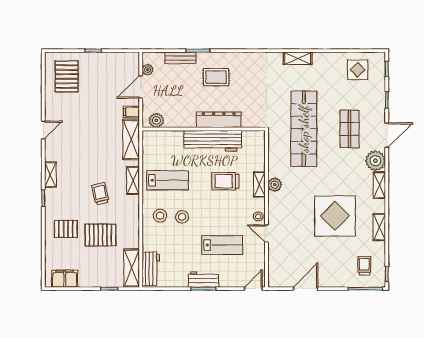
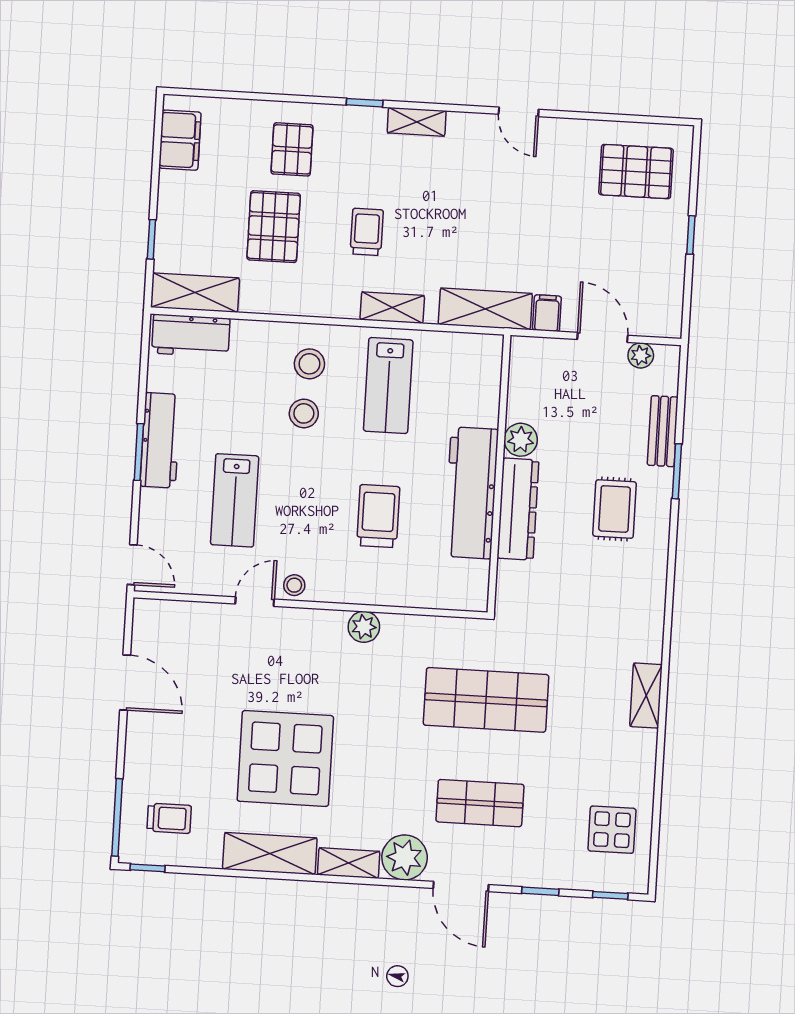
plant: (156, 120) -> (521, 440), moved
shop shelf: (304, 129) -> (486, 700), width x0.71
shelving: (259, 185) -> (366, 592), removed
trolley: (100, 194) -> (367, 232), turned -77
shelving: (379, 227) -> (270, 854), width x1.50, depth x1.33
workbench: (203, 279) -> (160, 440), width x1.38

